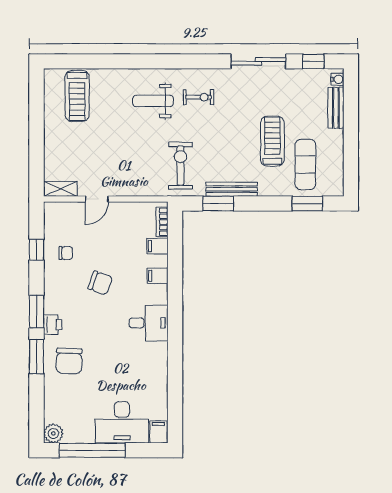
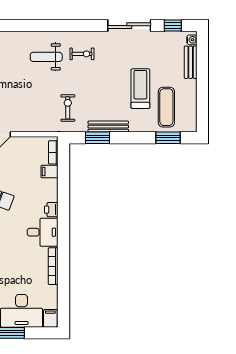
exercise bike: (181, 166) -> (68, 108), width x0.73, depth x0.72
filing cabinet: (158, 276) -> (50, 195), removed
printer: (160, 294) -> (51, 210), added
bookcase: (162, 366) -> (53, 266), added

